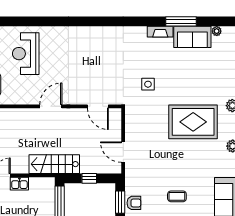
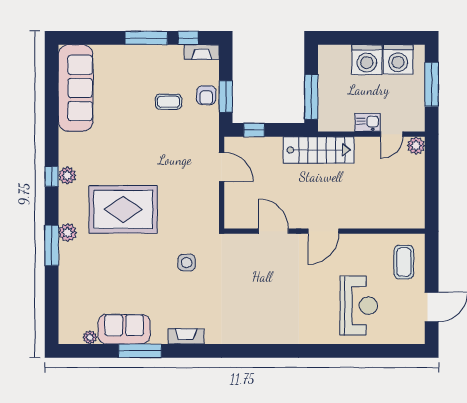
fireplace: (160, 32) -> (186, 337), moved
door: (98, 106) -> (273, 231), moved
window: (89, 178) -> (254, 130), moved
coffee table: (177, 196) -> (169, 102), moved
armchair: (134, 203) -> (206, 95), turned -90

